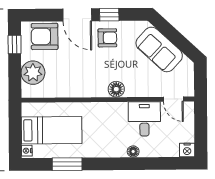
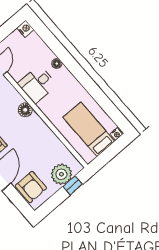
window: (15, 44) -> (73, 185), moved
desk: (144, 119) -> (37, 84), moved
window: (67, 164) -> (102, 100), removed

